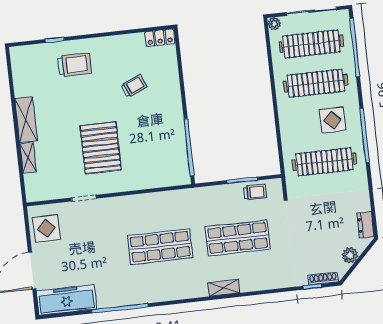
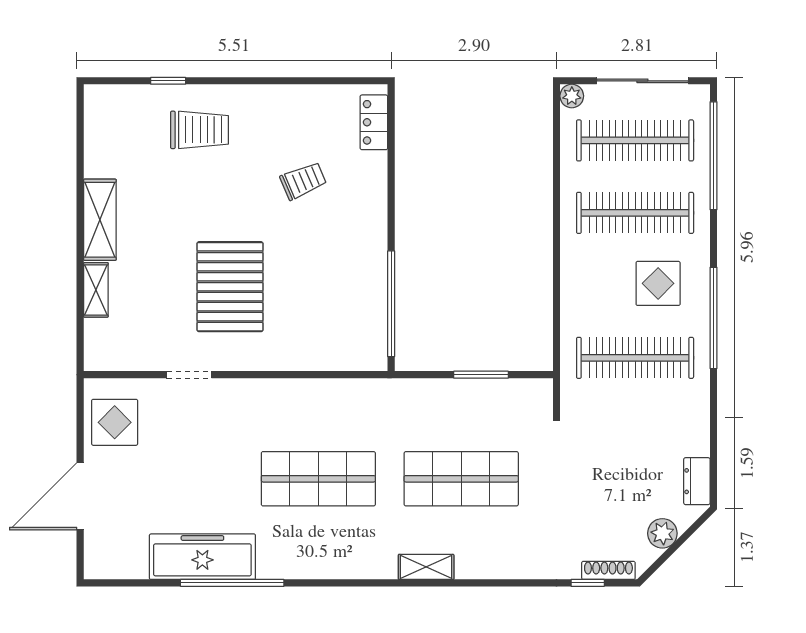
locker: (160, 38) -> (374, 122), moved, turned 90
trolley: (255, 192) -> (503, 399), removed
freezer: (66, 300) -> (202, 557), moved

